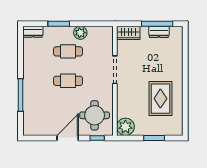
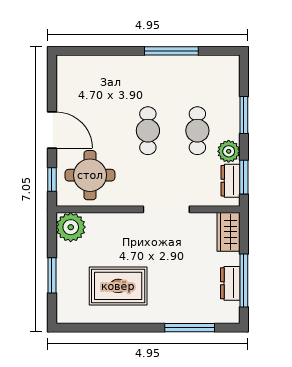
window: (96, 24) -> (244, 177), added
dresser: (33, 32) -> (230, 181), moved
window: (185, 56) -> (190, 328), added
window: (21, 95) -> (171, 51), moved

